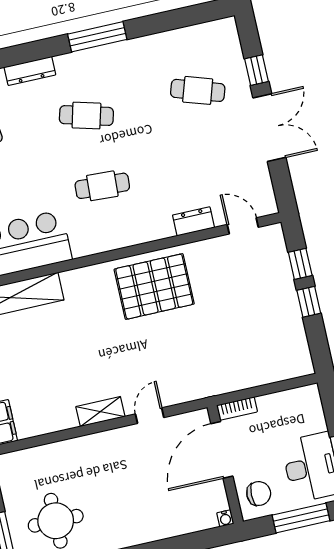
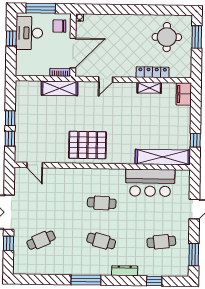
cafe table: (198, 90) -> (41, 240), turned -42
dresser: (194, 221) -> (59, 174), removed
shelving: (231, 379) -> (59, 88), added
shelving: (100, 412) -> (149, 88), moved
locker: (66, 450) -> (153, 72), added

